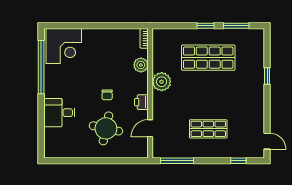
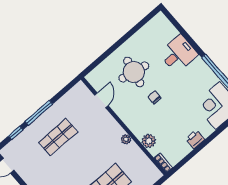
plant: (162, 82) -> (126, 139), width x0.53, depth x0.53
printer: (141, 102) -> (195, 139), moved, turned -90
window: (177, 161) -> (39, 113), moved

